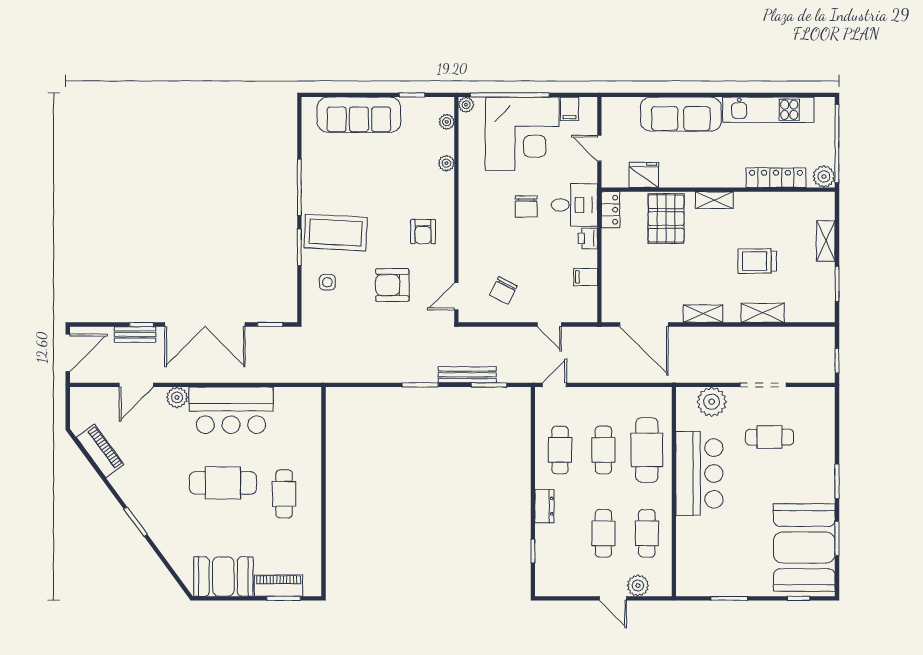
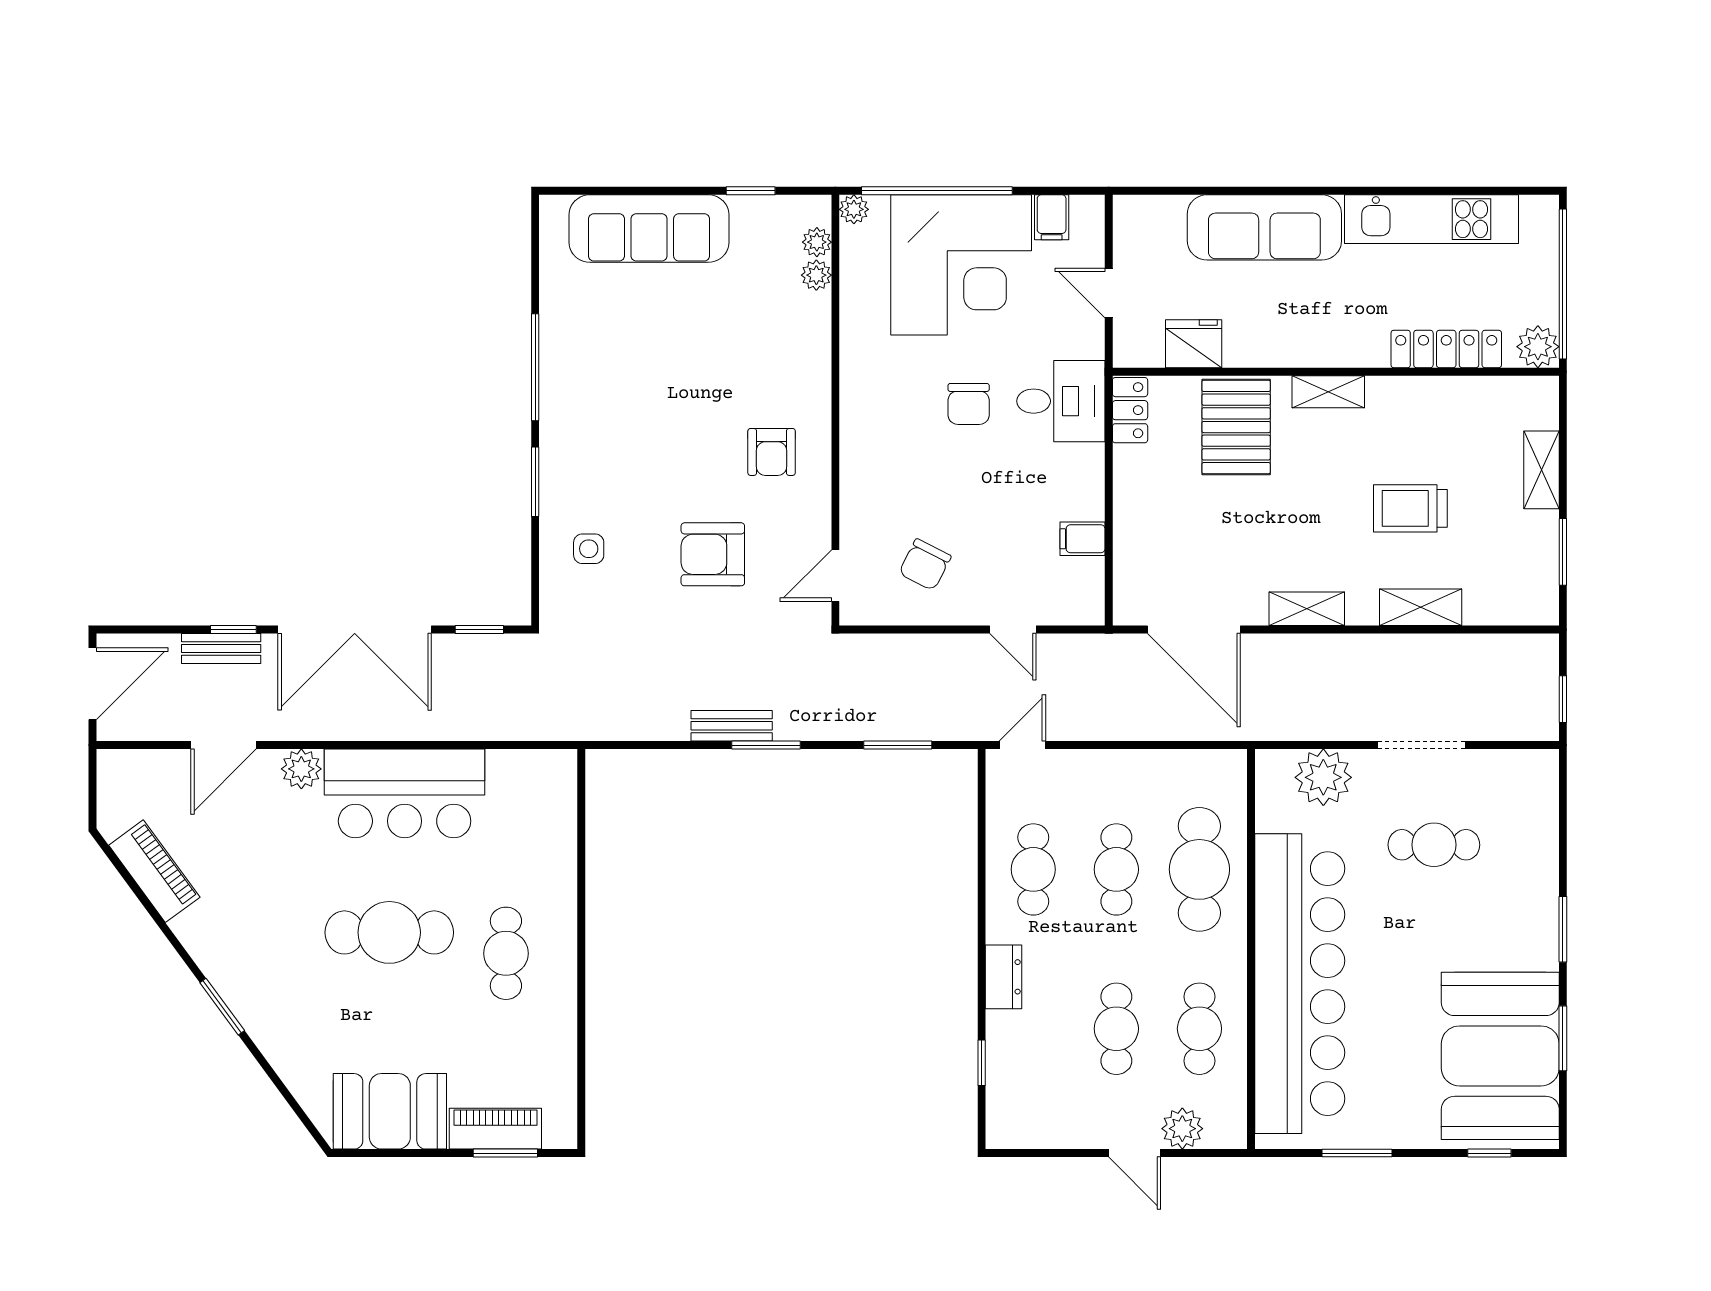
plant: (446, 163) -> (816, 275), moved
coffee table: (336, 233) -> (605, 454), removed
printer: (588, 238) -> (1087, 465), removed
bench: (467, 375) -> (732, 726), moved, width x0.73
bar counter: (699, 473) -> (1300, 984), width x1.86

